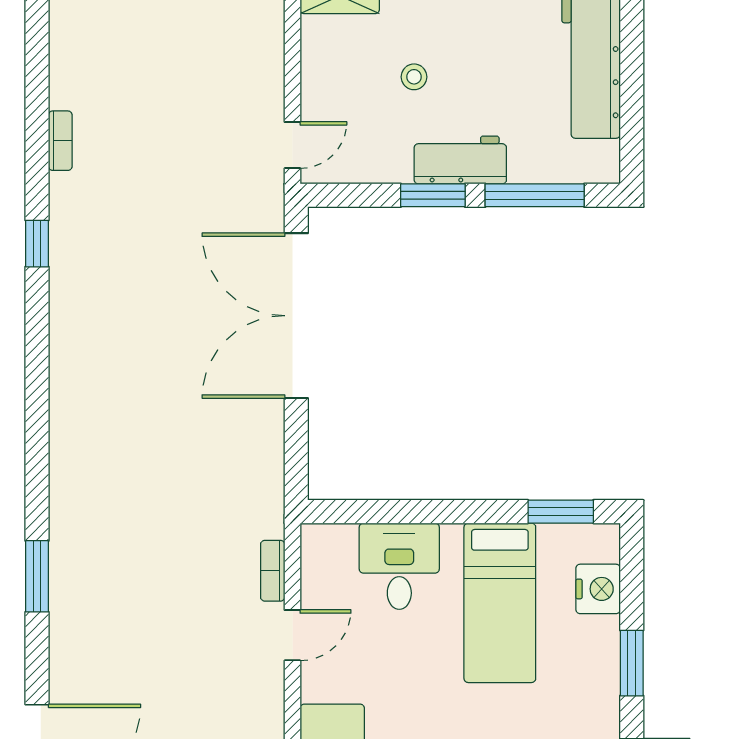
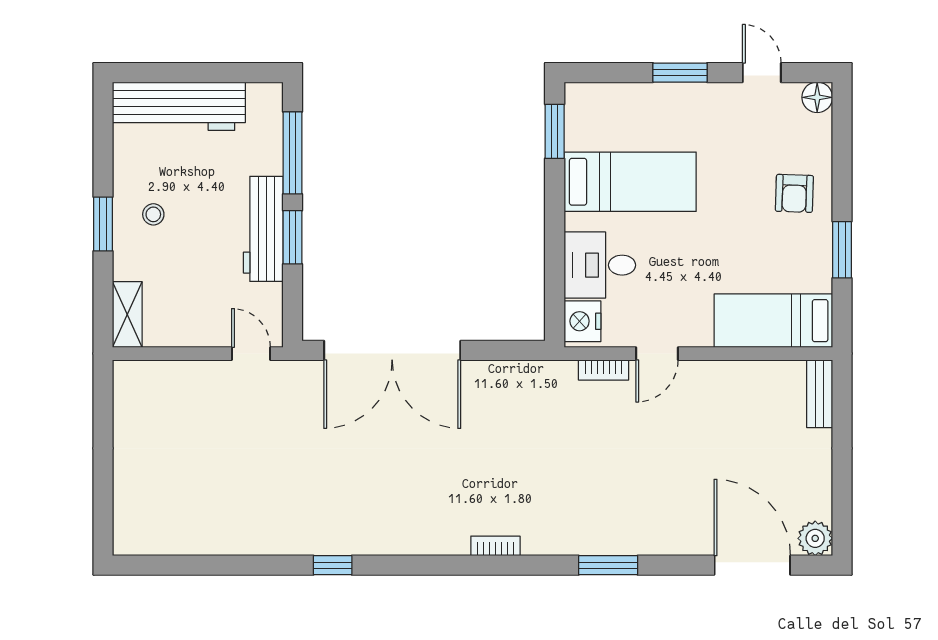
stool: (414, 77) -> (153, 214), moved
bookcase: (60, 141) -> (495, 546), moved
workbench: (460, 160) -> (263, 229), width x1.37
nightstand: (598, 589) -> (582, 321), moved, turned -90
door: (292, 635) -> (657, 354), swing flipped

